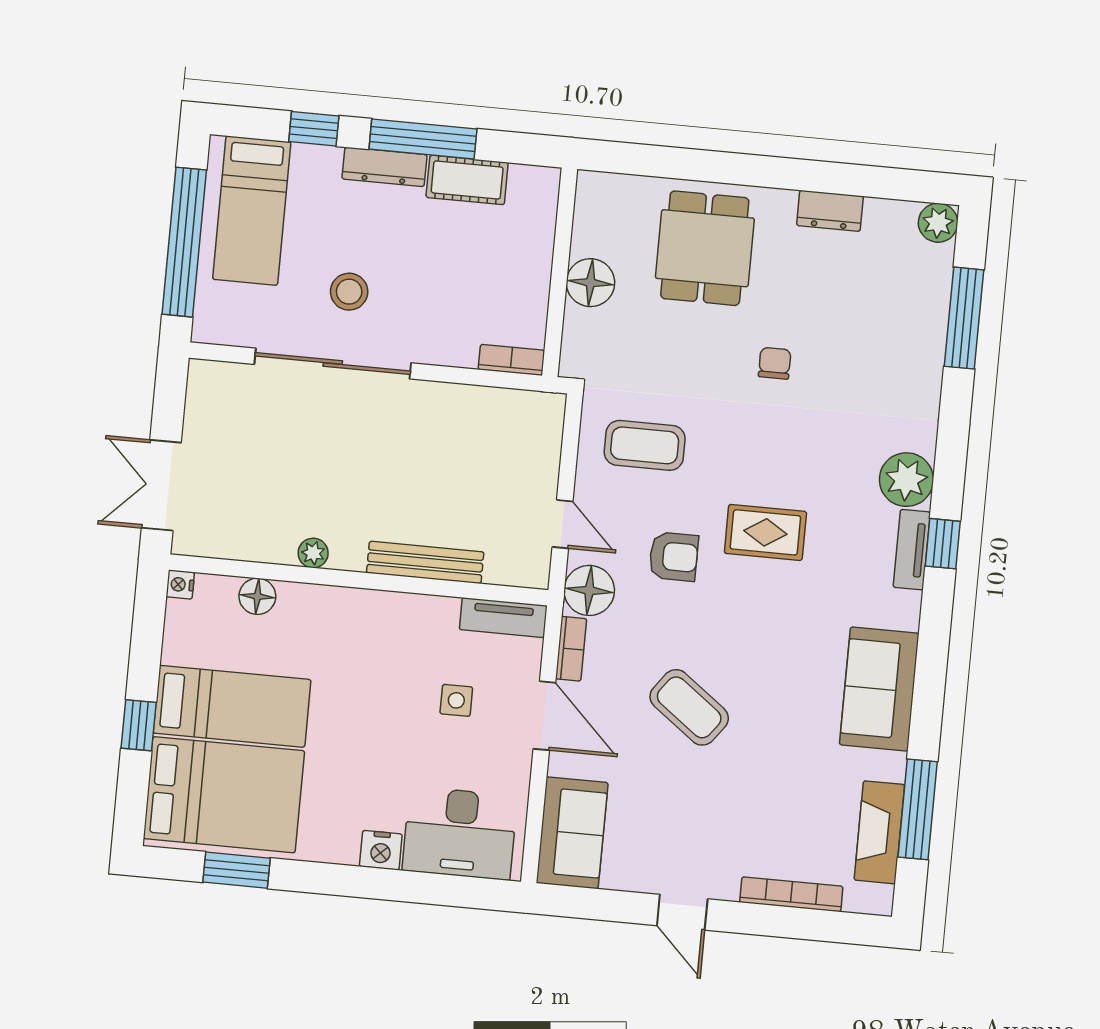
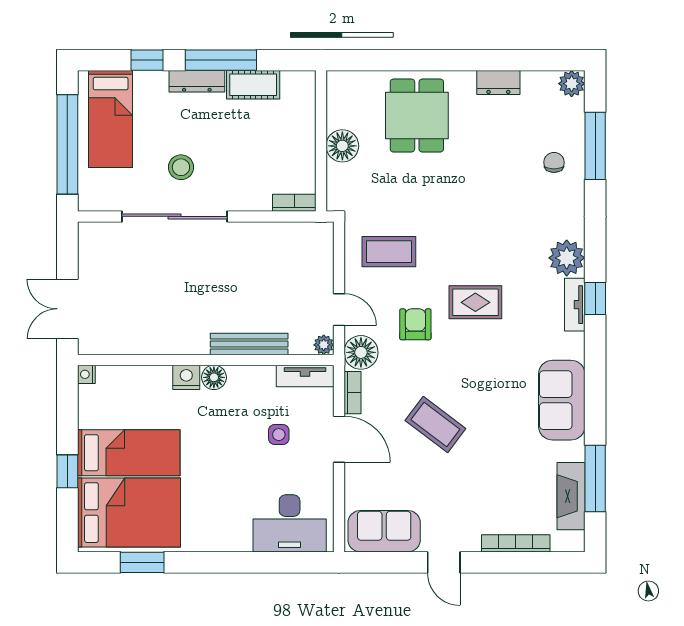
chair: (775, 363) -> (554, 162), moved
plant: (313, 553) -> (324, 345), moved
armchair: (674, 557) -> (415, 324), turned -90
floor lamp: (257, 596) -> (214, 377), moved
sofa: (572, 833) -> (384, 531), moved, turned -90
nightstand: (381, 850) -> (186, 377), moved, turned 180

